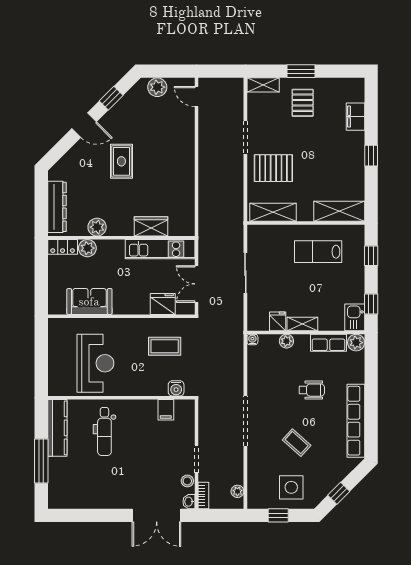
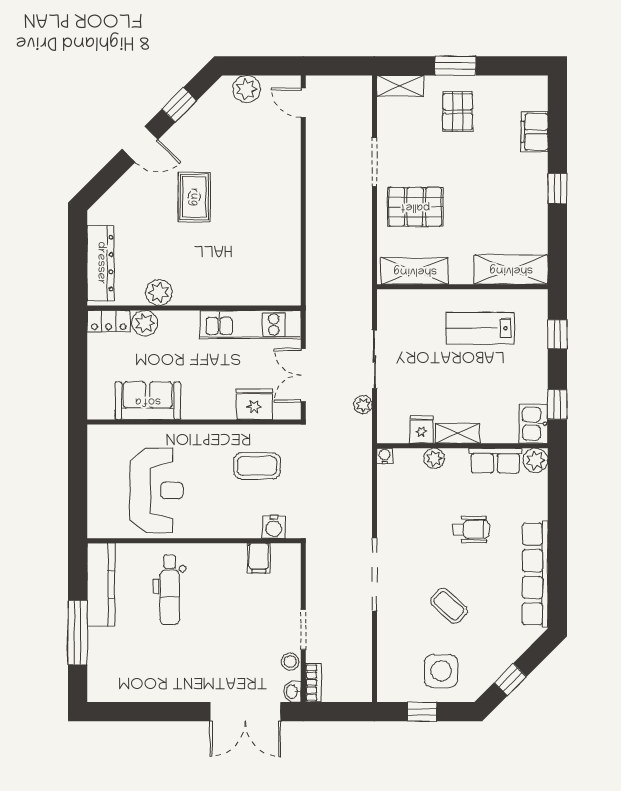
wardrobe: (151, 226) -> (237, 292), removed
plant: (237, 491) -> (363, 405), moved

